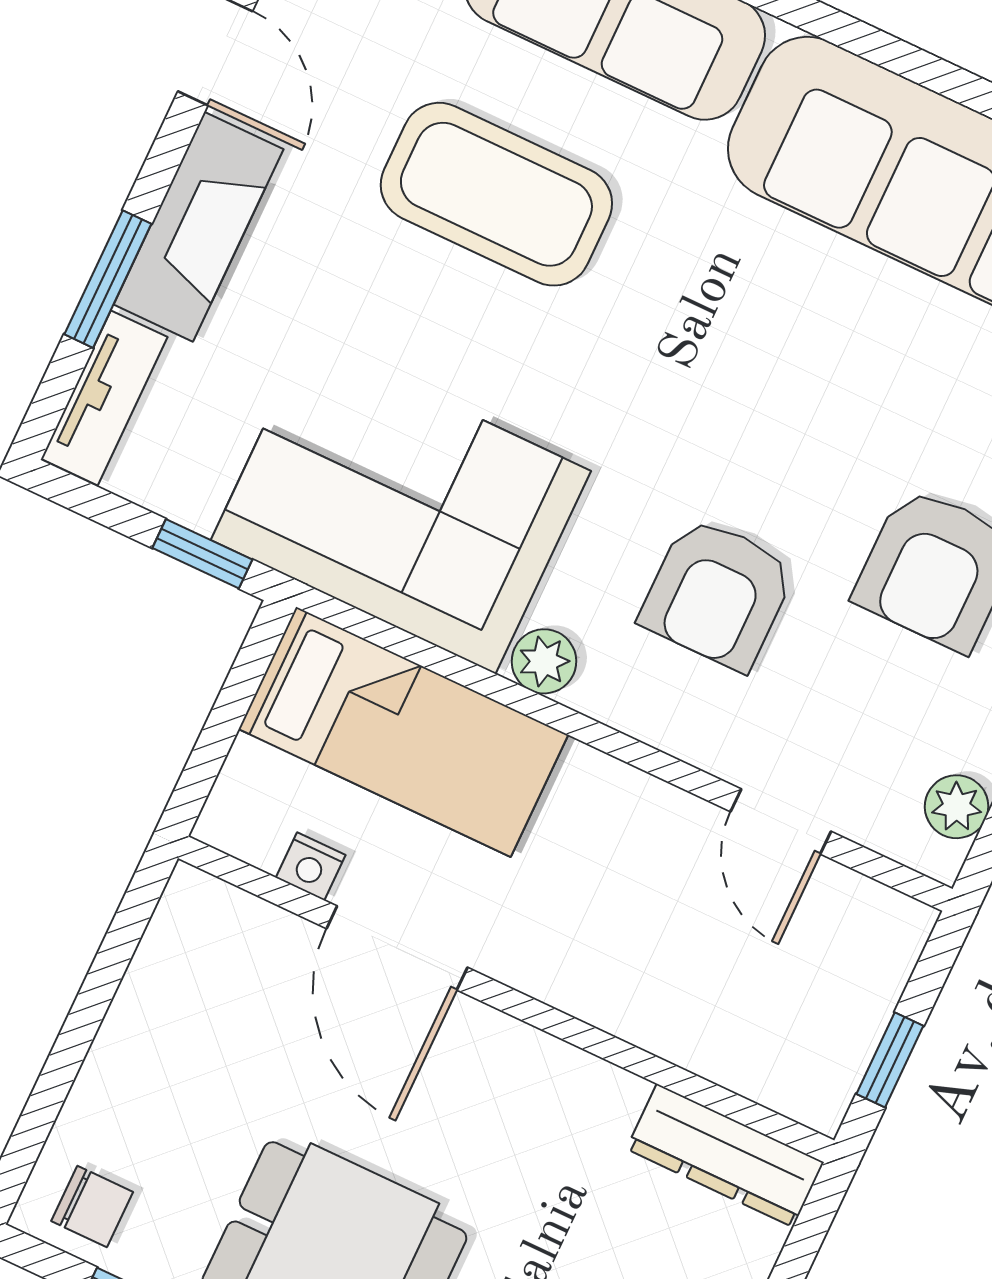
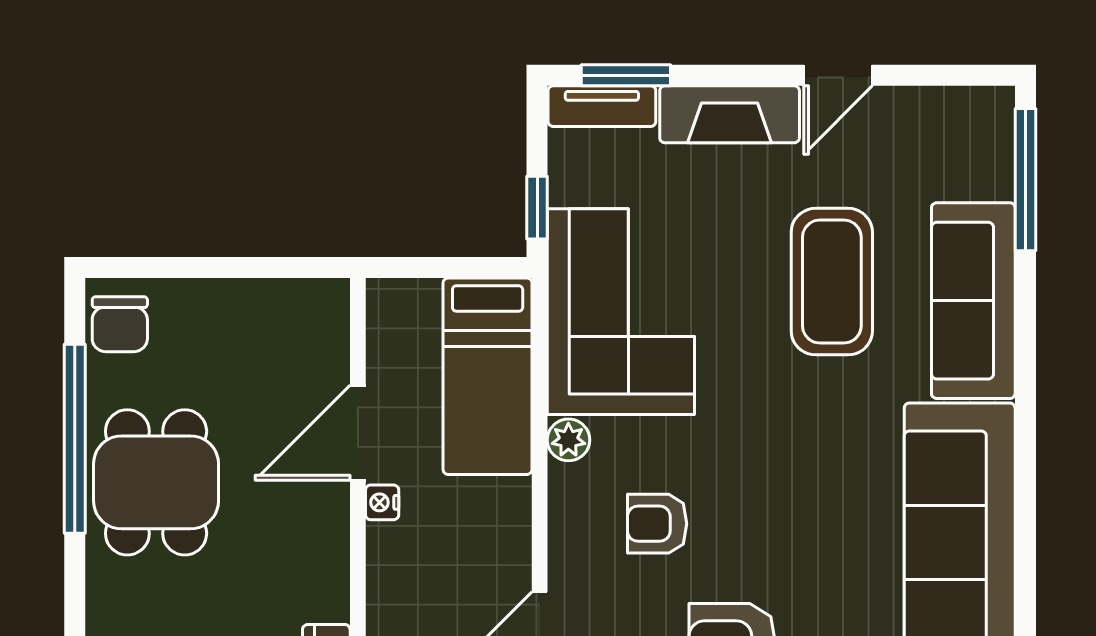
window: (108, 279) -> (626, 75), moved
armchair: (717, 593) -> (657, 524), width x0.72, depth x0.72
nightstand: (311, 866) -> (382, 502), moved
chair: (92, 1207) -> (120, 324), width x1.37, depth x1.37

